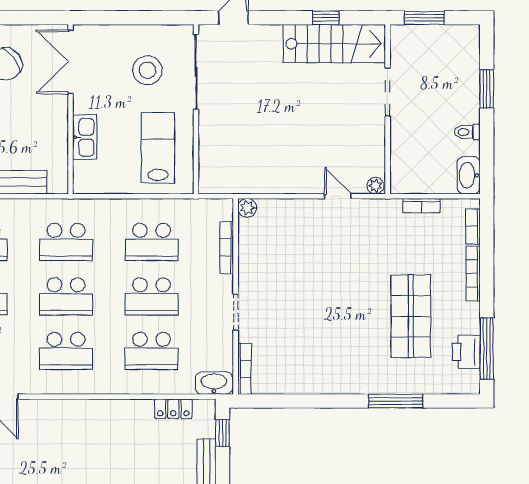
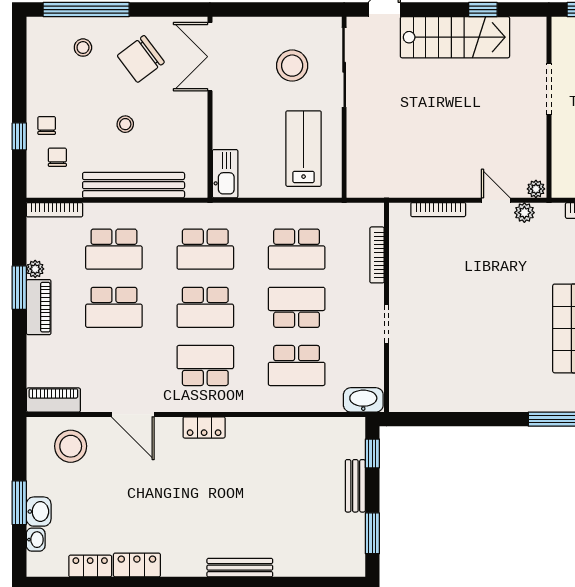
stairs: (334, 44) -> (455, 37), moved
kitchen sink: (85, 137) -> (225, 174), moved
plant: (247, 208) -> (524, 213), moved
school desk: (152, 296) -> (297, 307), turned 180
school desk: (66, 351) -> (205, 365), turned 180
bookcase: (244, 369) -> (438, 210), moved, turned 90
locker: (173, 409) -> (204, 427), moved

